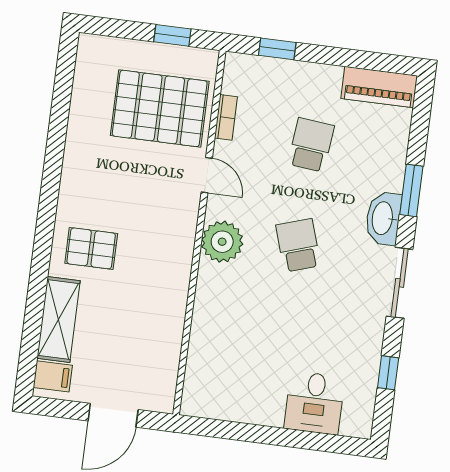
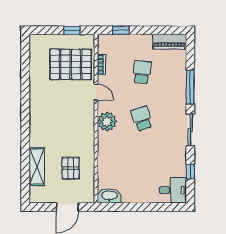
window: (411, 190) -> (190, 87), width x1.44
washbasin: (383, 218) -> (109, 196), moved, turned 90
pallet: (91, 248) -> (71, 168), moved, turned 90
filing cabinet: (53, 376) -> (38, 193), removed
desk: (314, 403) -> (173, 190), moved, turned -90

